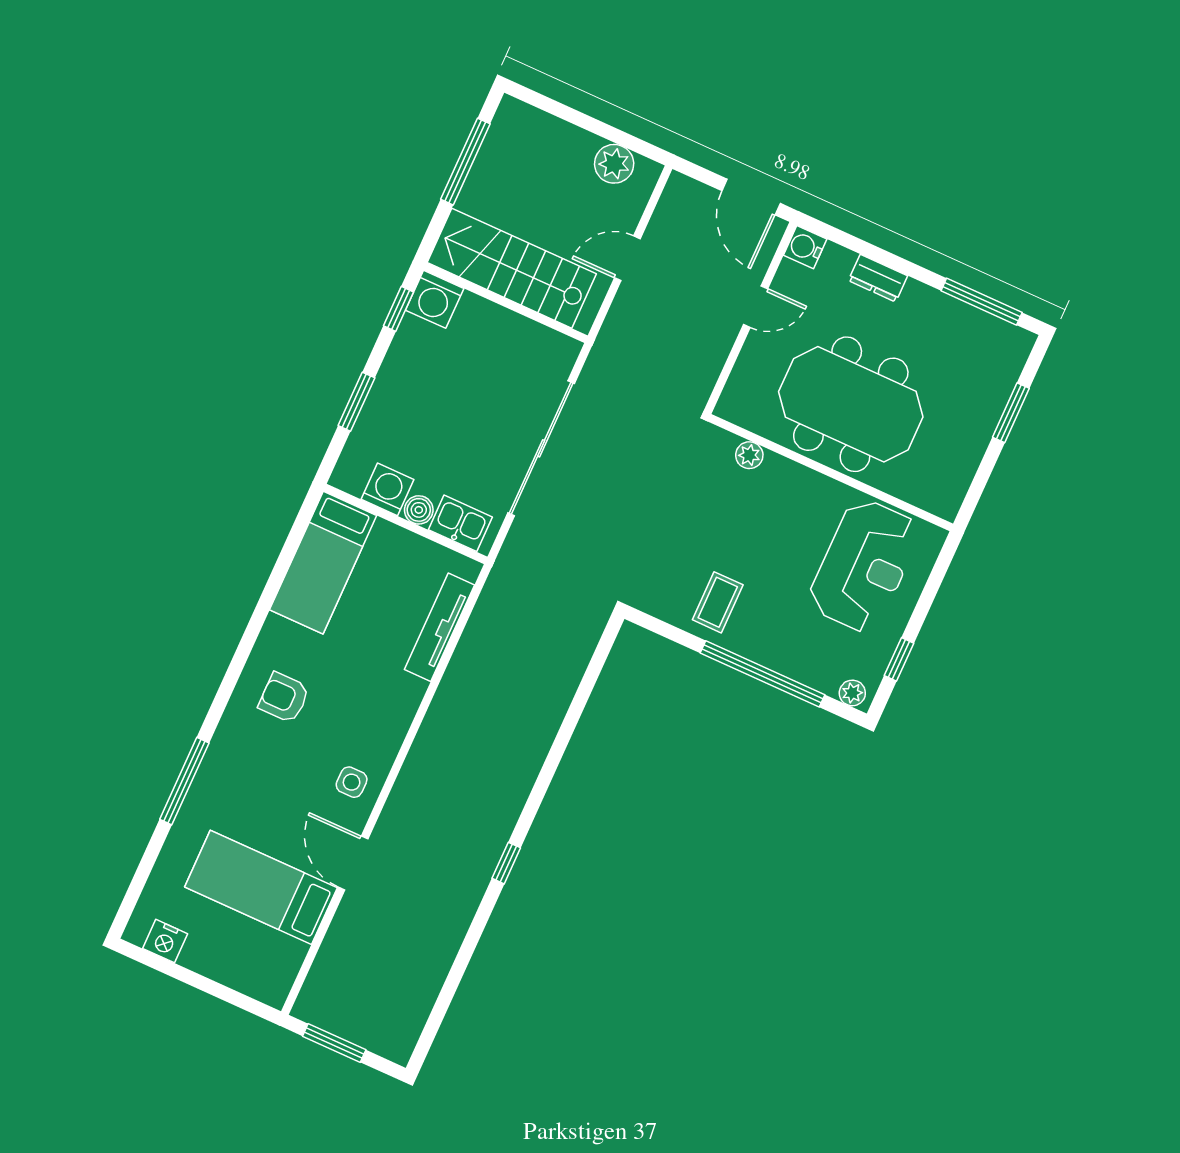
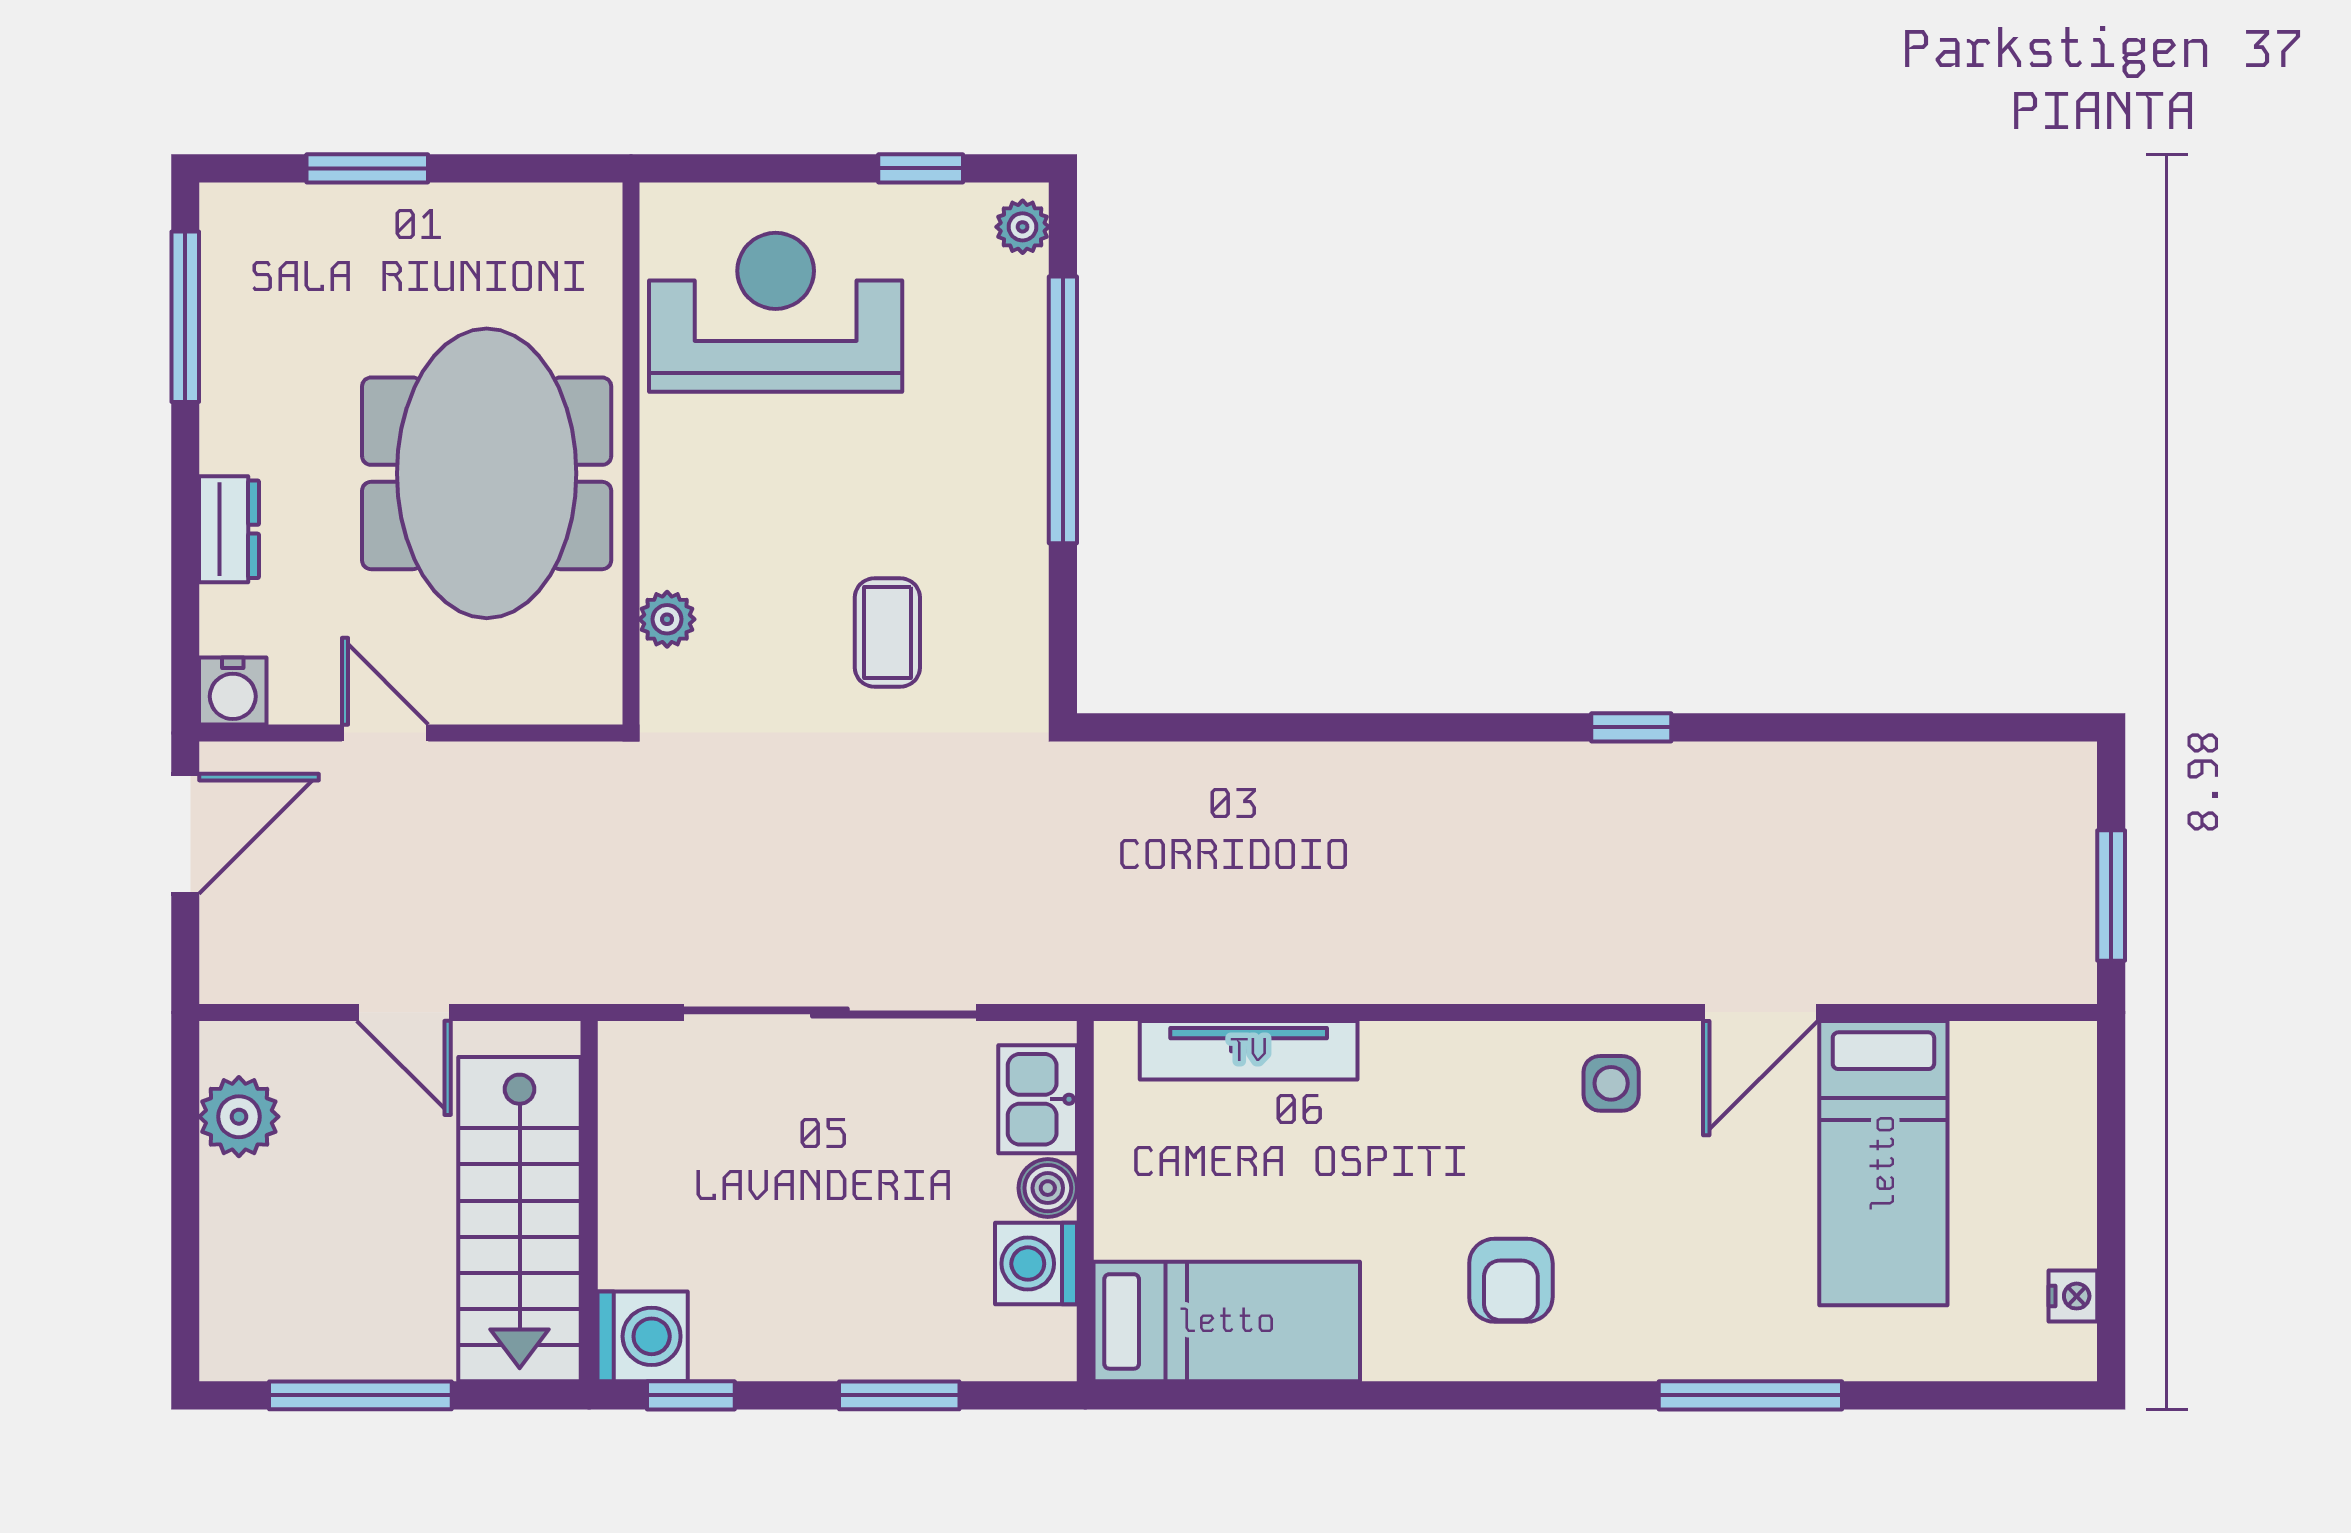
coffee table: (718, 602) -> (887, 633), moved, turned 90
nightstand: (165, 941) -> (2073, 1296), width x0.72, depth x0.74

